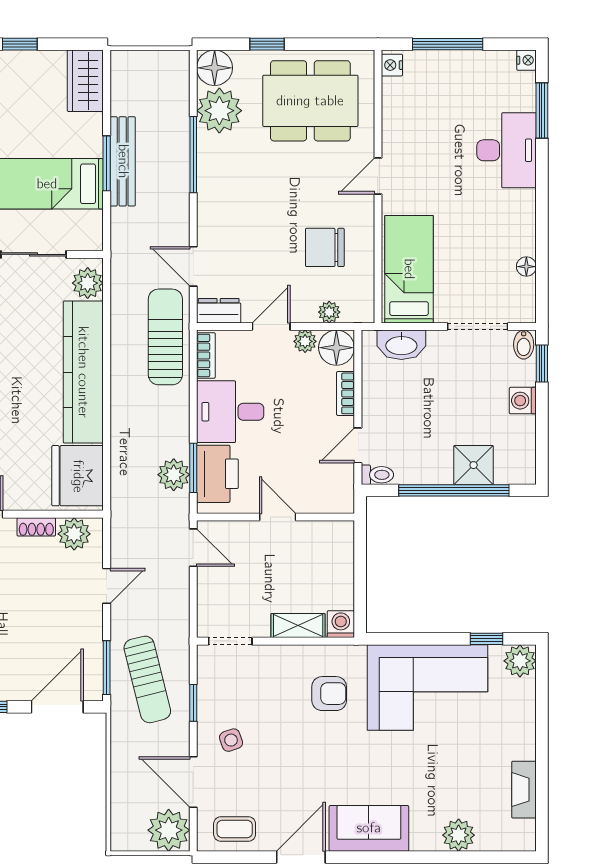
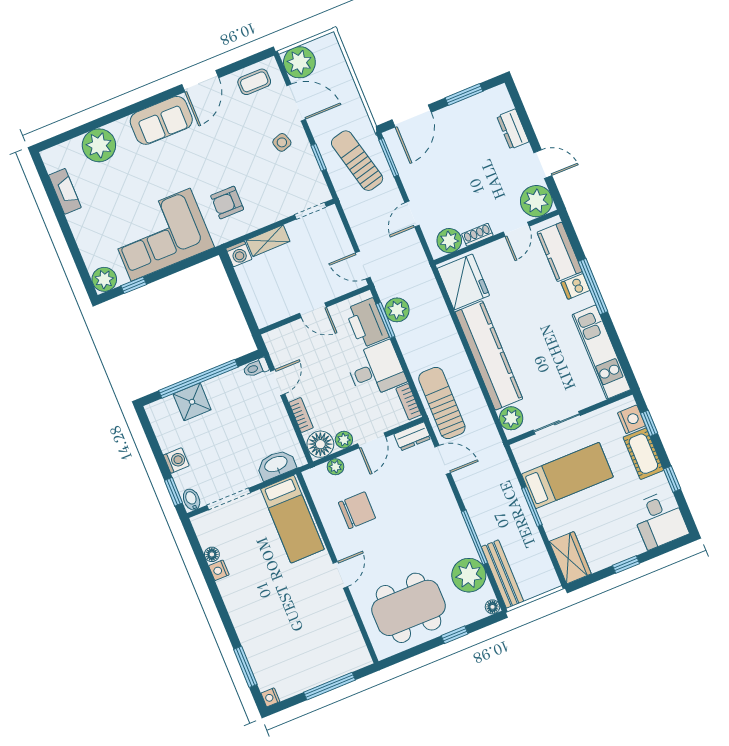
nightstand: (392, 65) -> (219, 570), moved, turned 180
floor lamp: (215, 68) -> (492, 607), width x0.53, depth x0.53
desk: (507, 150) -> (259, 629), removed
bench: (123, 161) -> (503, 574), moved
sun lounger: (165, 337) -> (442, 403), turned 180
plant: (459, 835) -> (99, 145), width x1.36, depth x1.36

